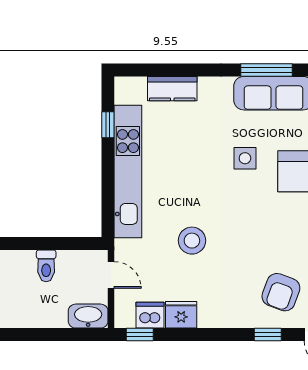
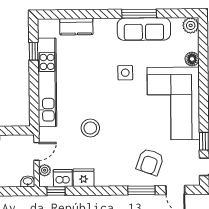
door: (111, 275) -> (37, 151), hinge flipped
plant: (123, 303) -> (45, 170), added
washbasin: (88, 316) -> (28, 181), width x0.52, depth x0.69
window: (268, 334) -> (141, 190), width x1.50

